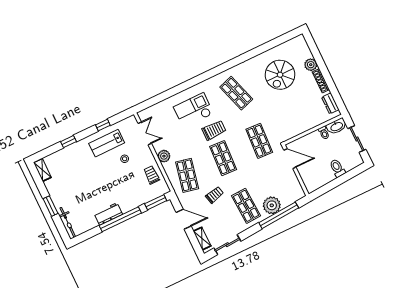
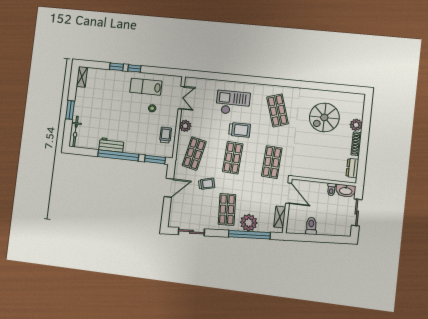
window: (103, 125) -> (134, 68), moved
toilet: (337, 168) -> (311, 226), moved
door: (184, 219) -> (169, 188), hinge flipped
shelving: (202, 239) -> (280, 217), moved

